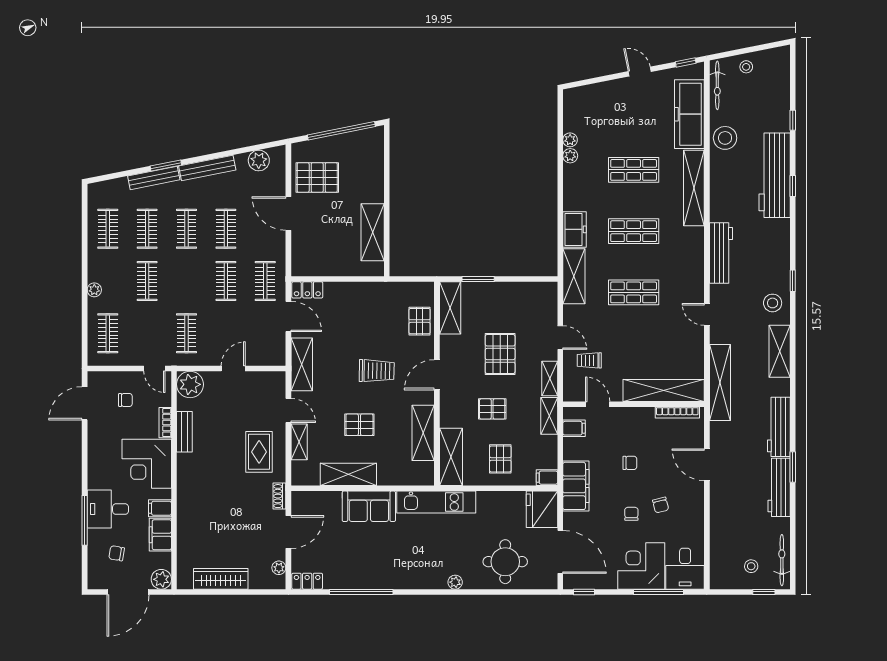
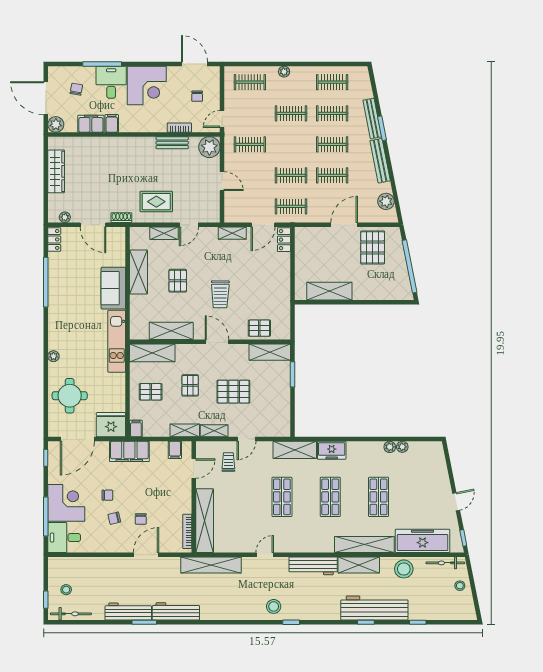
shelving: (780, 351) -> (359, 565), moved
shelving: (302, 364) -> (232, 233), width x0.67, depth x0.75
chair: (630, 463) -> (141, 519), moved
corner desk: (147, 464) -> (147, 85), moved, turned 180

